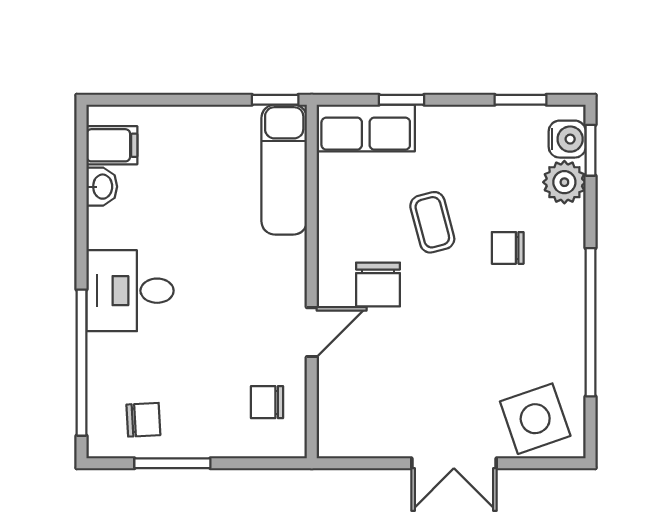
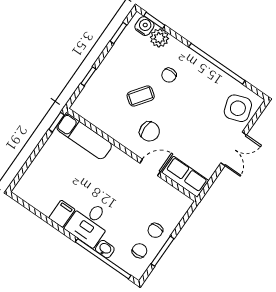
row of seats: (366, 128) -> (185, 177), moved, turned -90
filing cabinet: (112, 145) -> (62, 214), moved
washbasin: (102, 187) -> (105, 249), moved
coffee table: (432, 222) -> (141, 96), turned -39
door: (312, 332) -> (150, 167), hinge flipped
chair: (267, 402) -> (155, 230), moved

